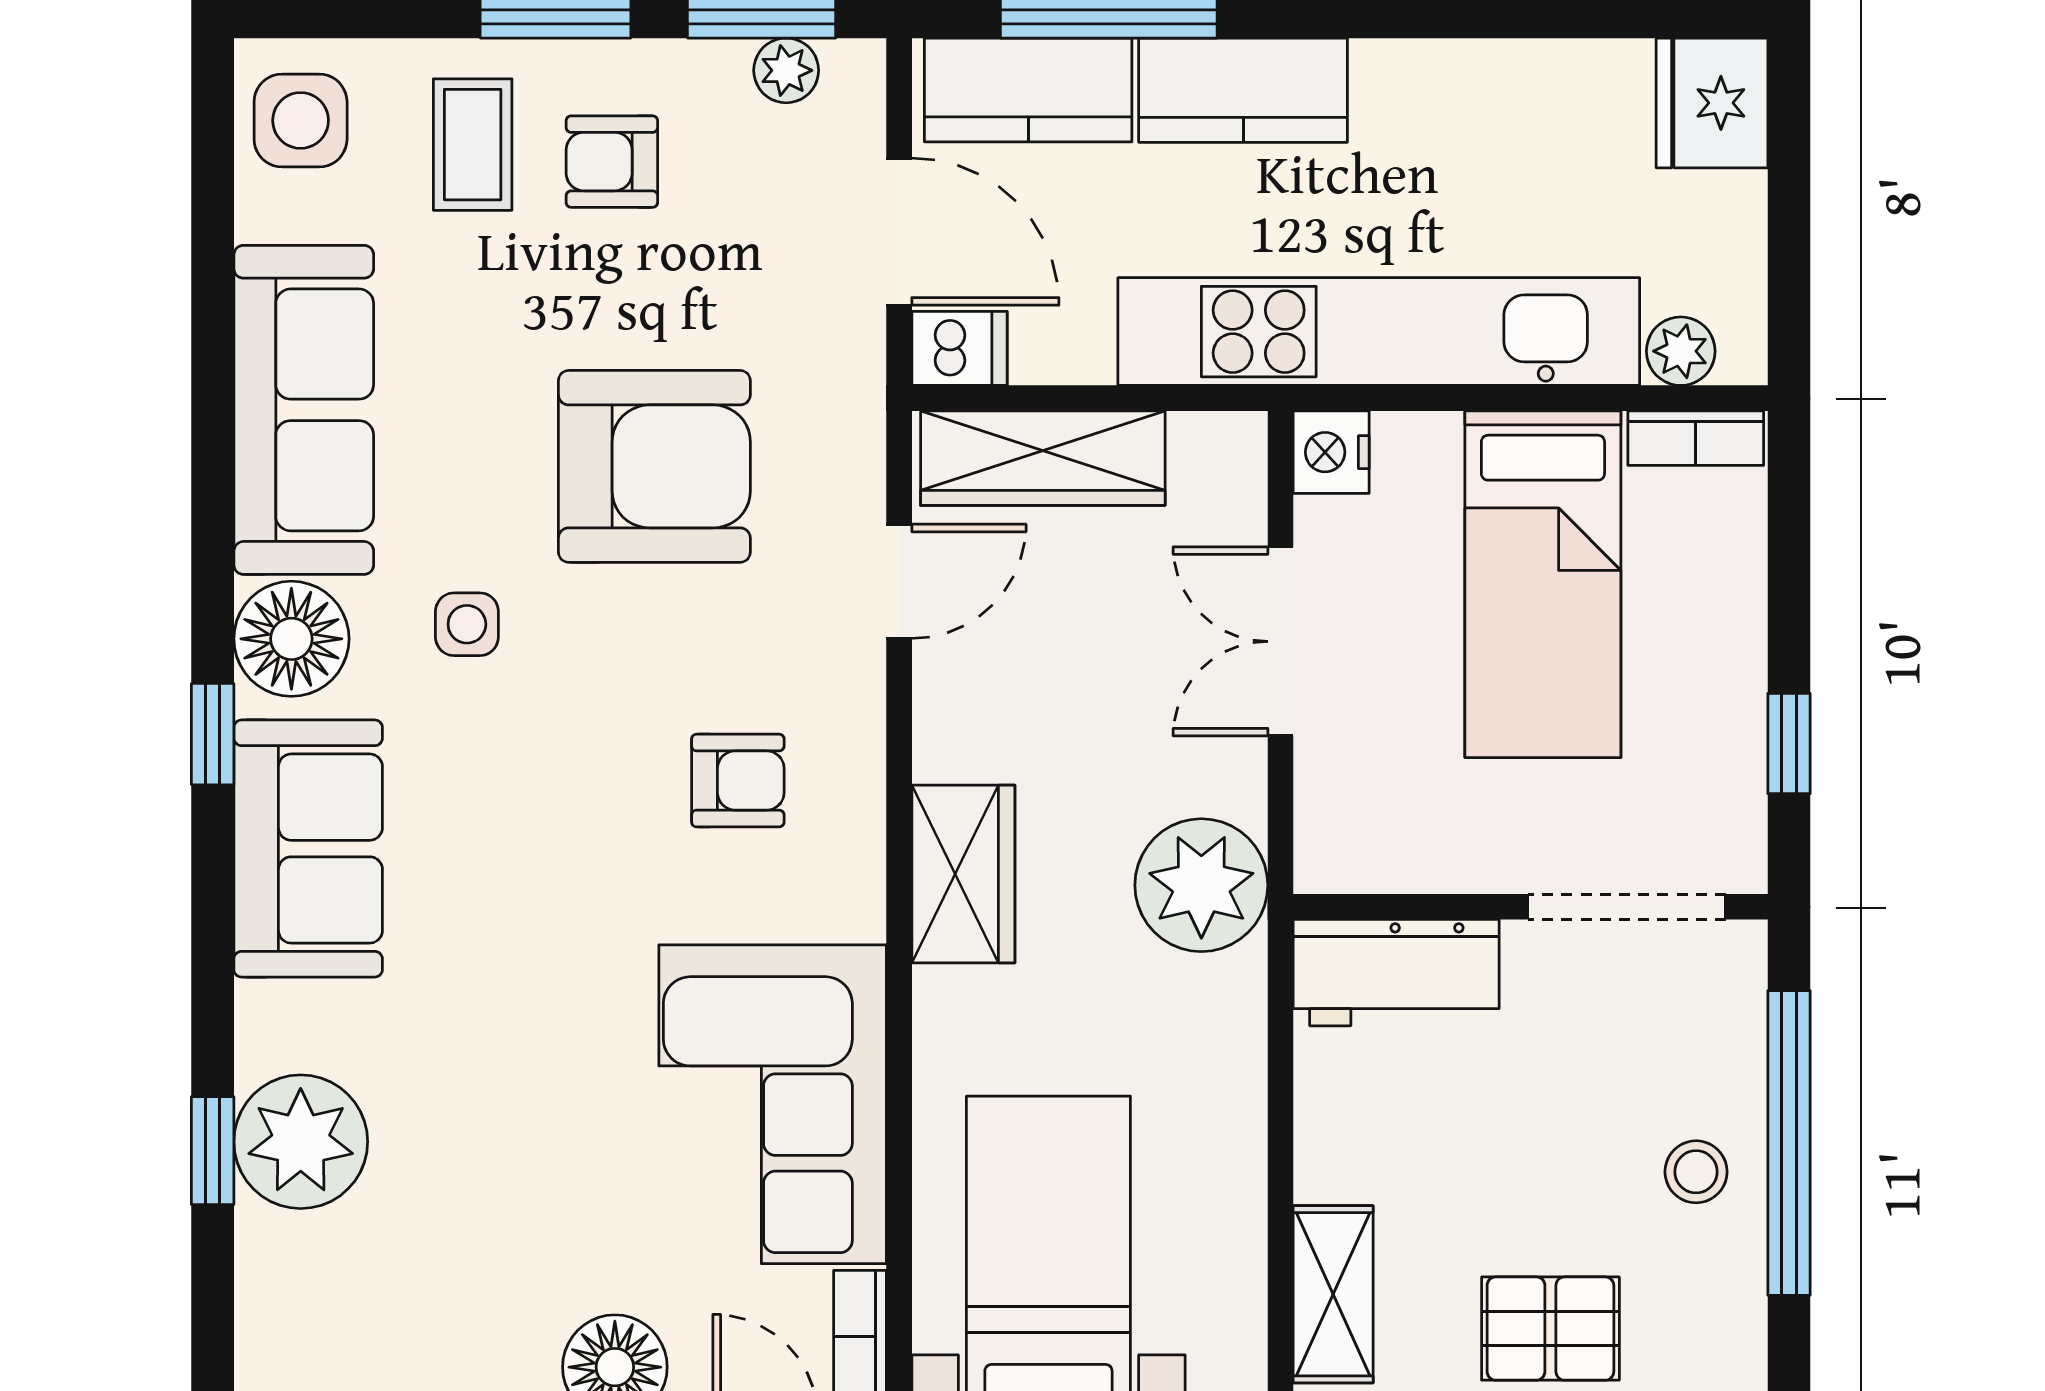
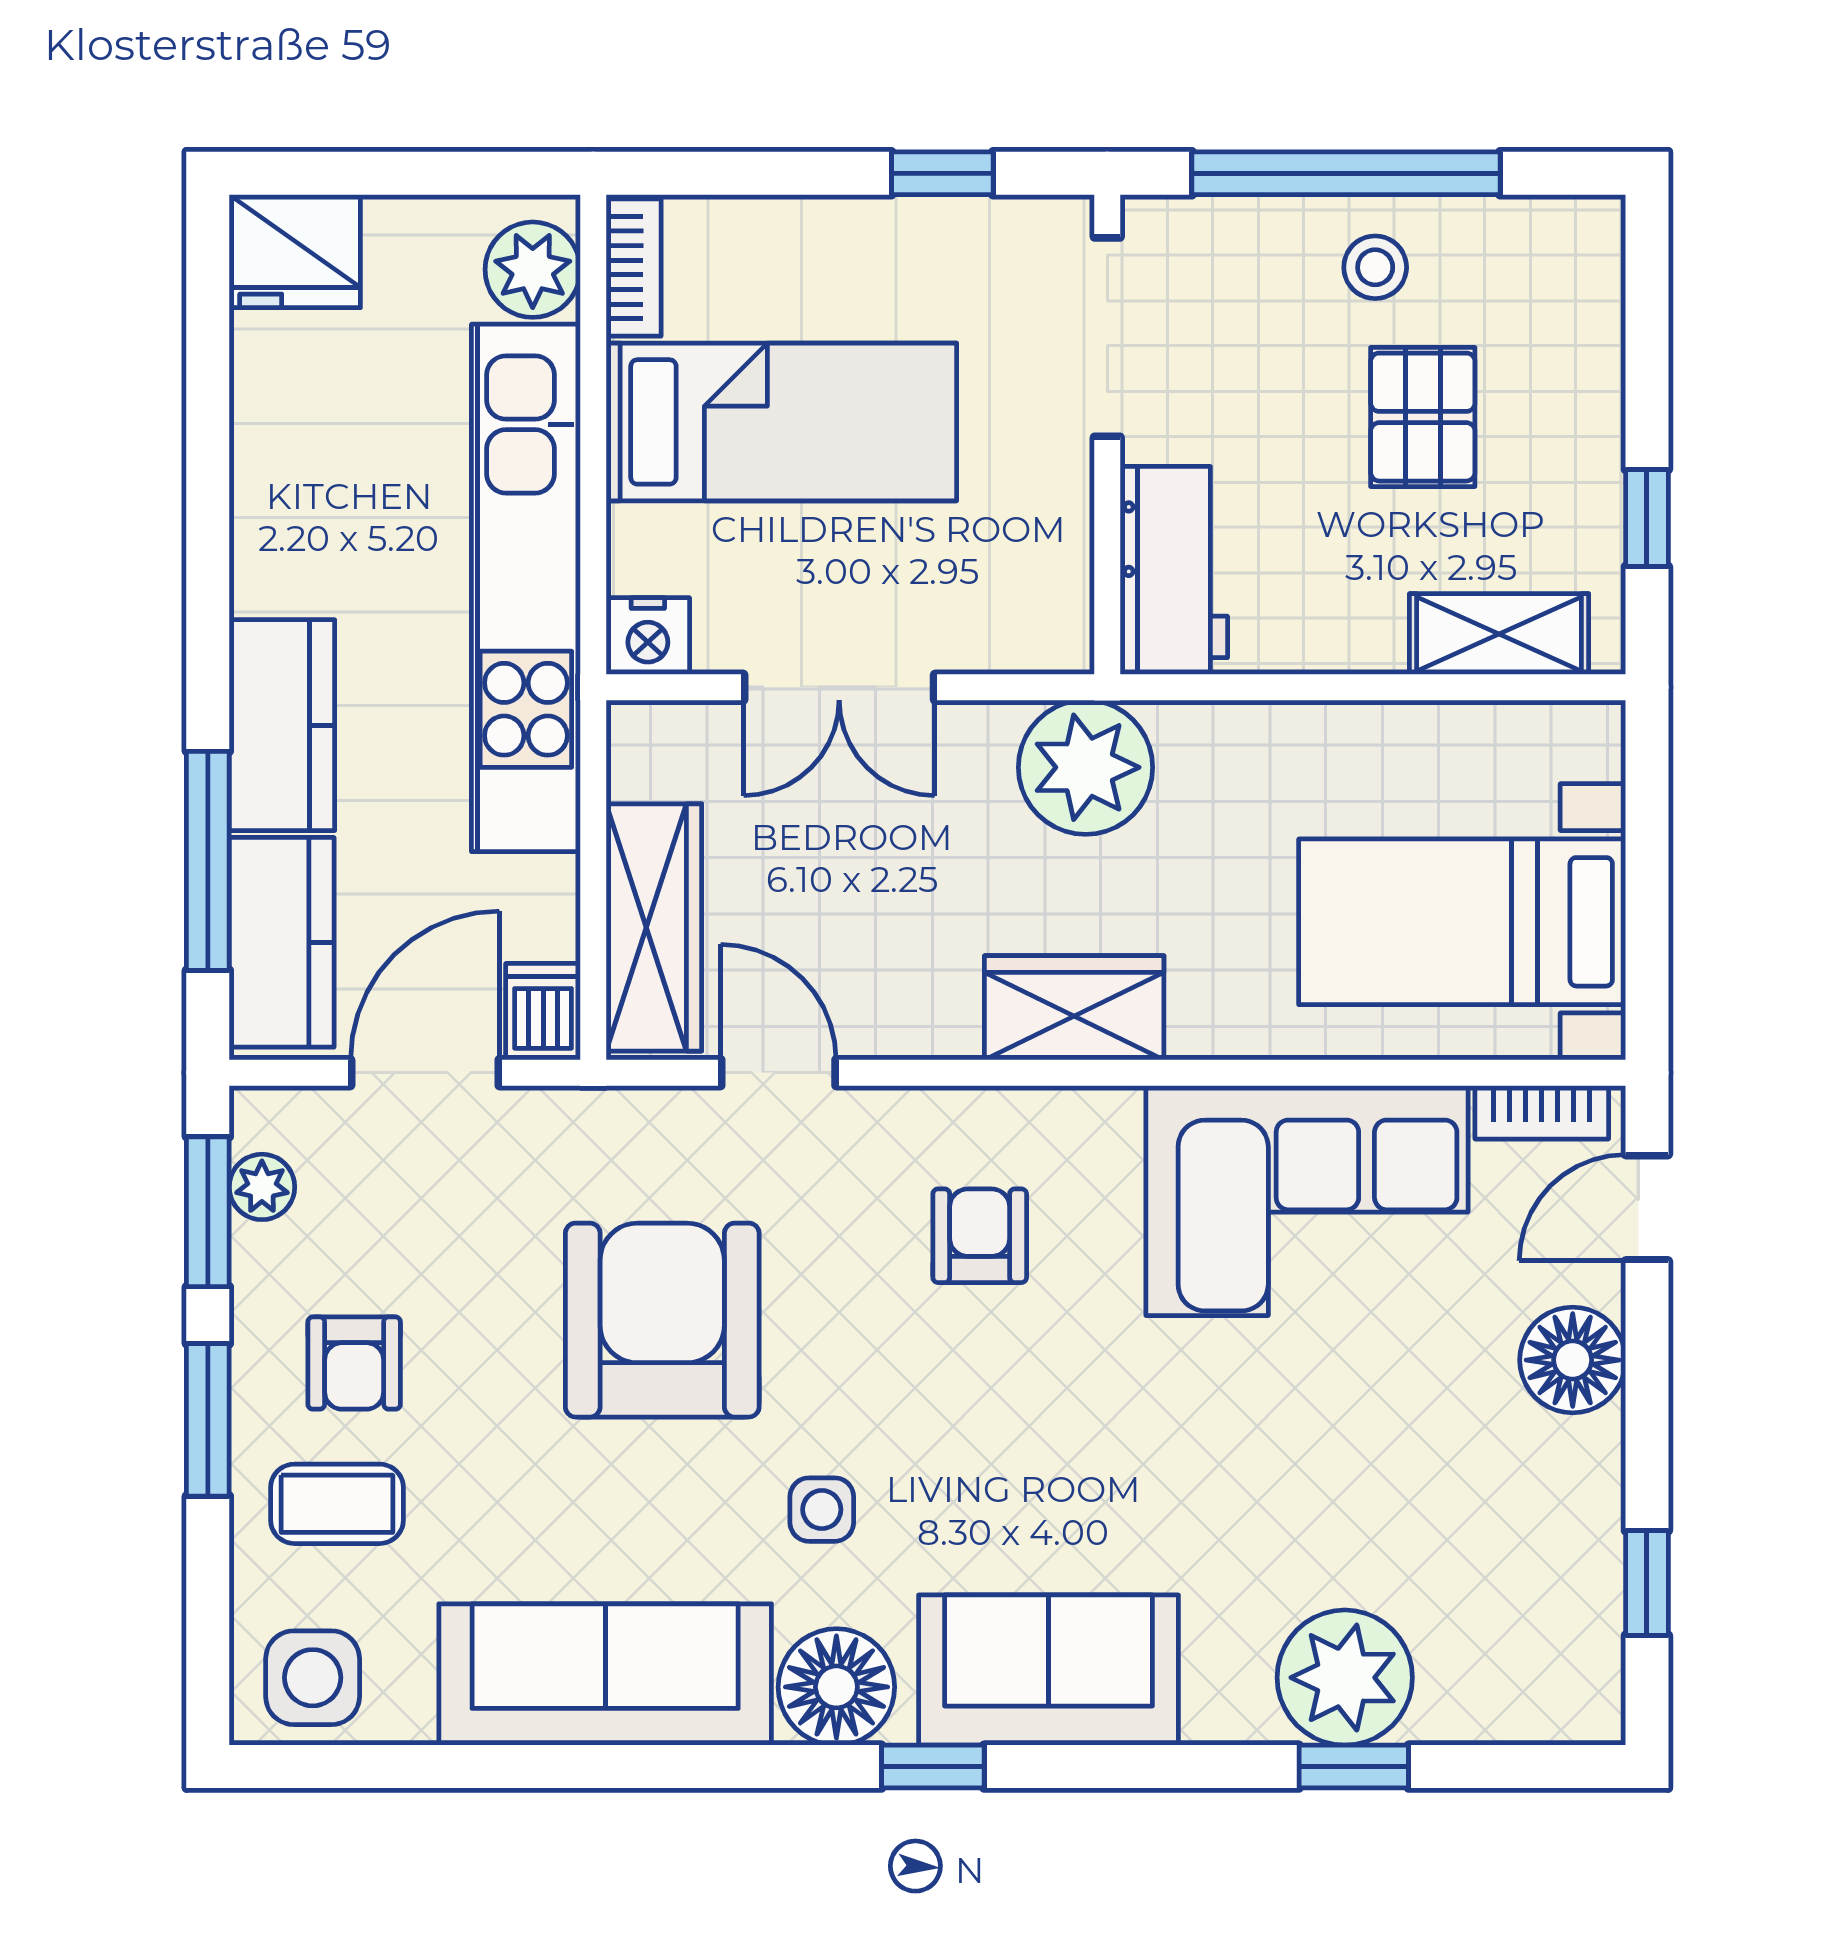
plant: (1681, 351) -> (533, 270), width x1.38, depth x1.38
pallet: (1550, 1329) -> (1423, 417), moved

